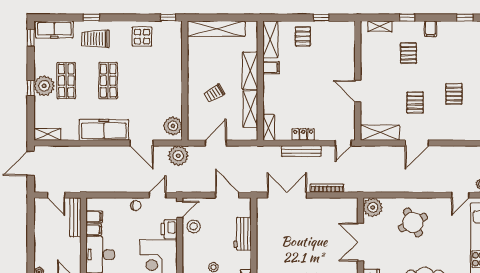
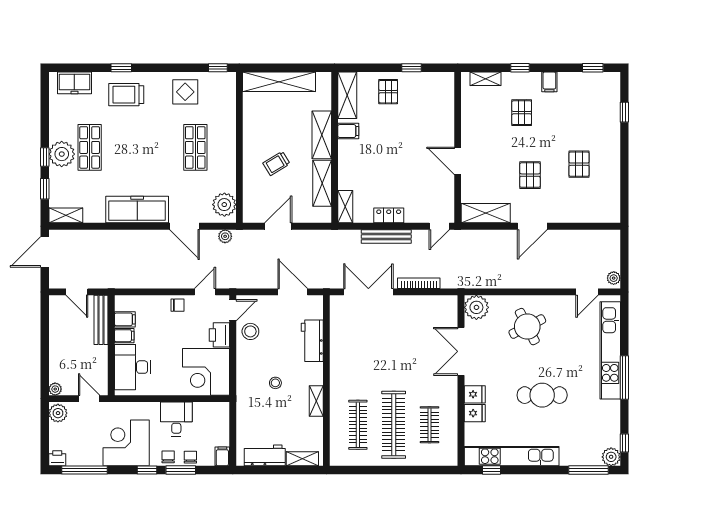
freezer: (54, 29) -> (74, 83), width x0.71
window: (31, 38) -> (45, 189), moved
shop shelf: (108, 81) -> (195, 147), moved
plant: (178, 156) -> (225, 236), width x0.53, depth x0.53

